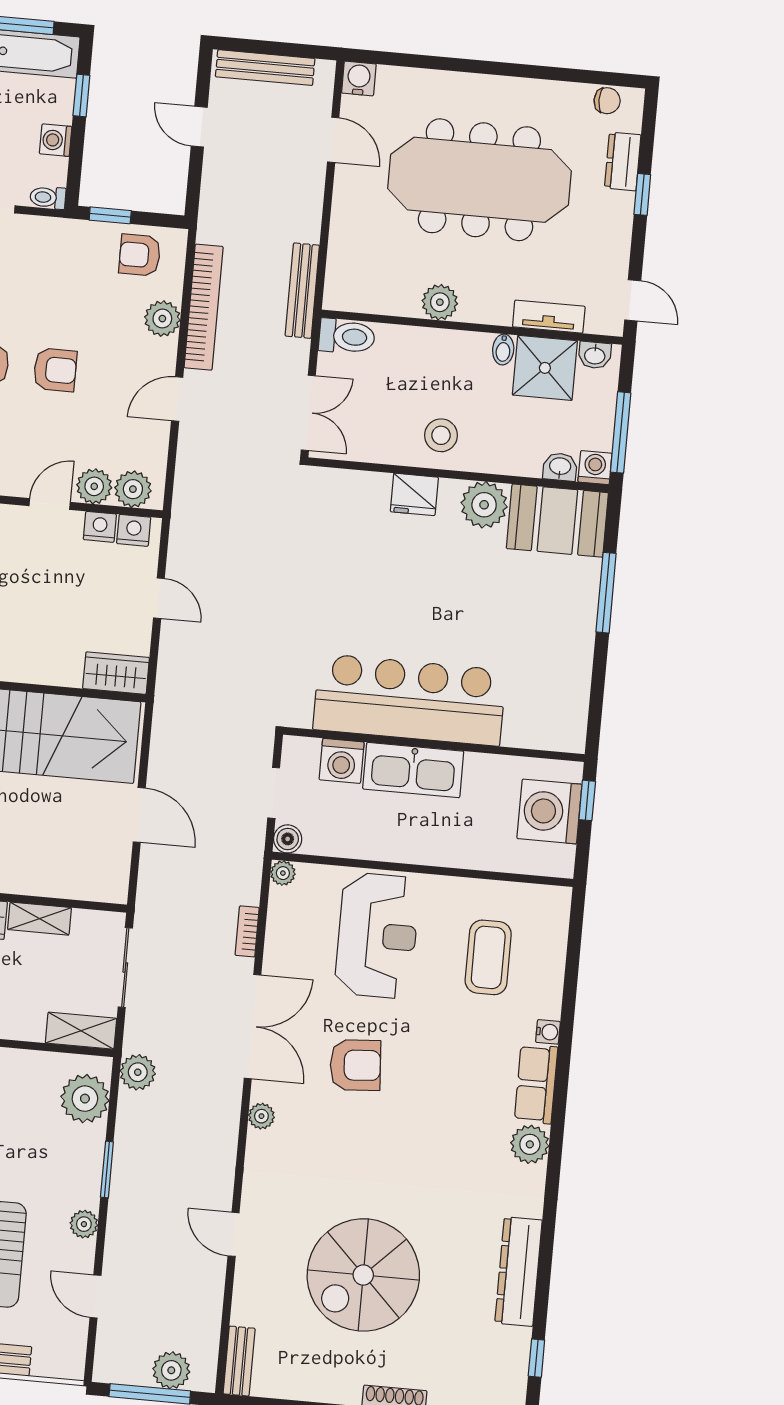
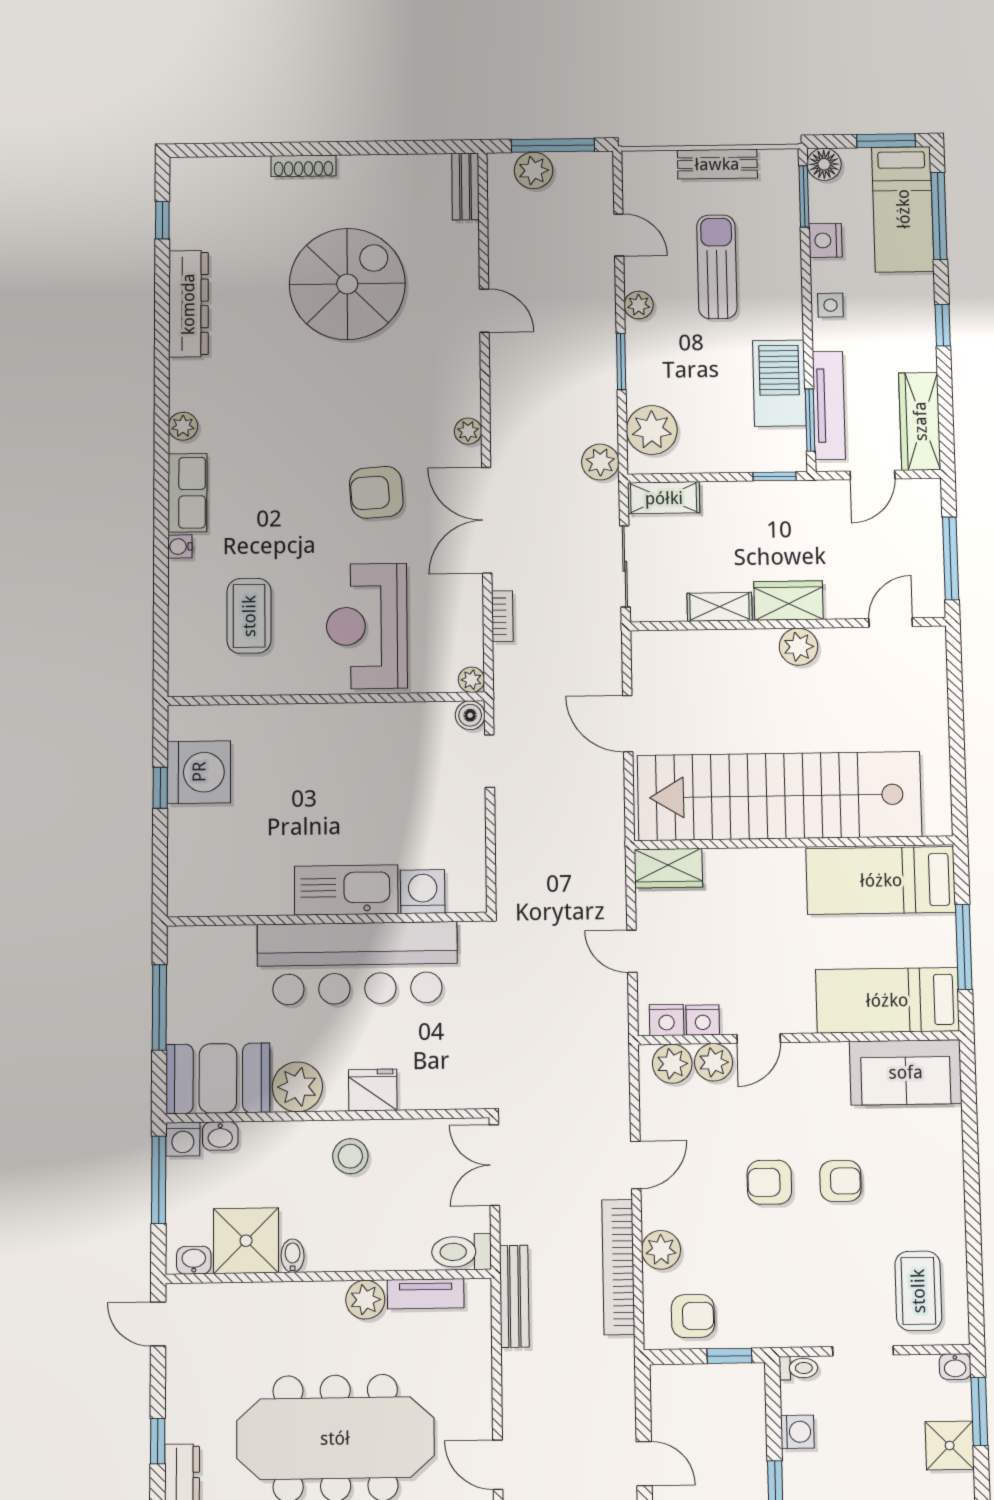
tv unit: (549, 317) -> (426, 1294), moved
bar counter: (409, 700) -> (357, 963), moved
wall: (434, 744) -> (327, 919), moved
washing machine: (342, 761) -> (423, 892), moved
kitchen sink: (413, 770) -> (346, 890), moved
plant: (530, 1144) -> (183, 426), width x0.73, depth x0.73

